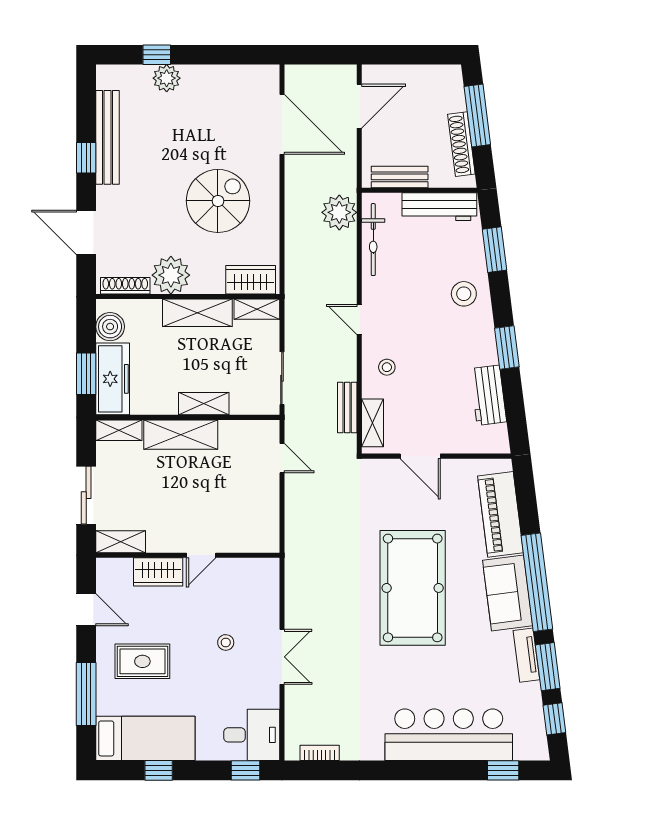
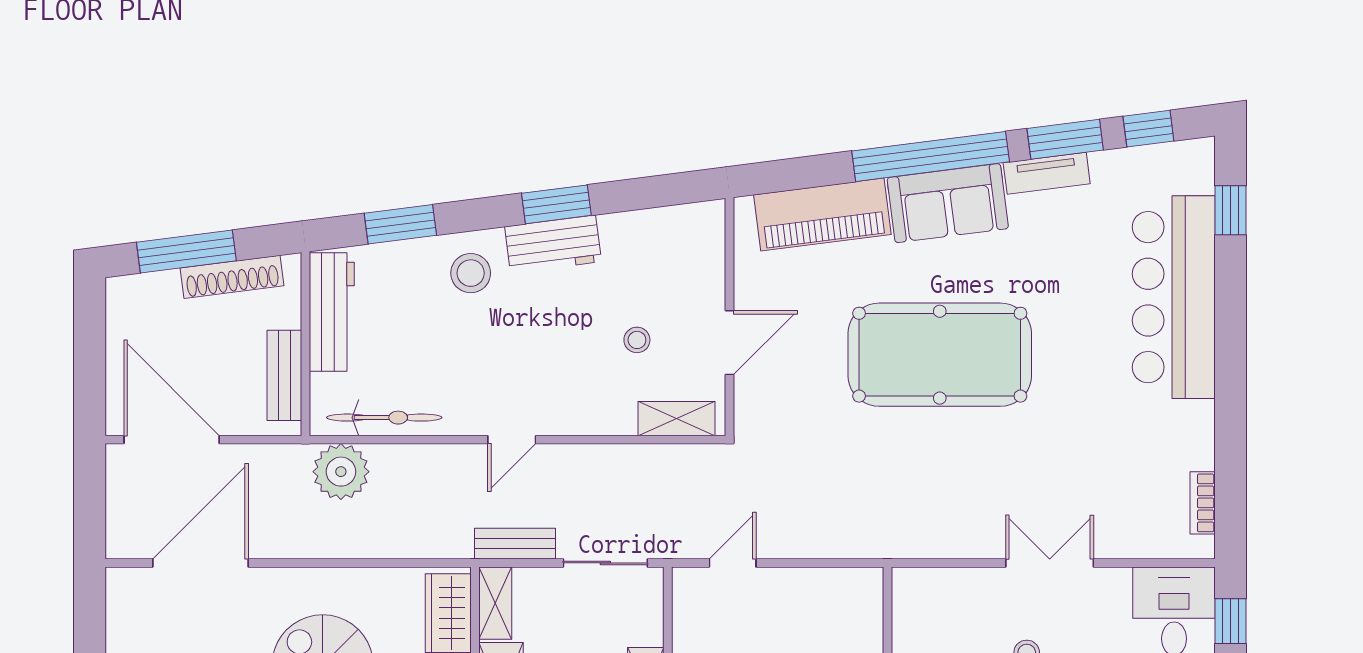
door: (359, 106) -> (172, 440), width x1.36
stool: (387, 367) -> (637, 340), moved
workbench: (488, 395) -> (553, 244), moved
bench: (347, 407) -> (515, 544), moved

